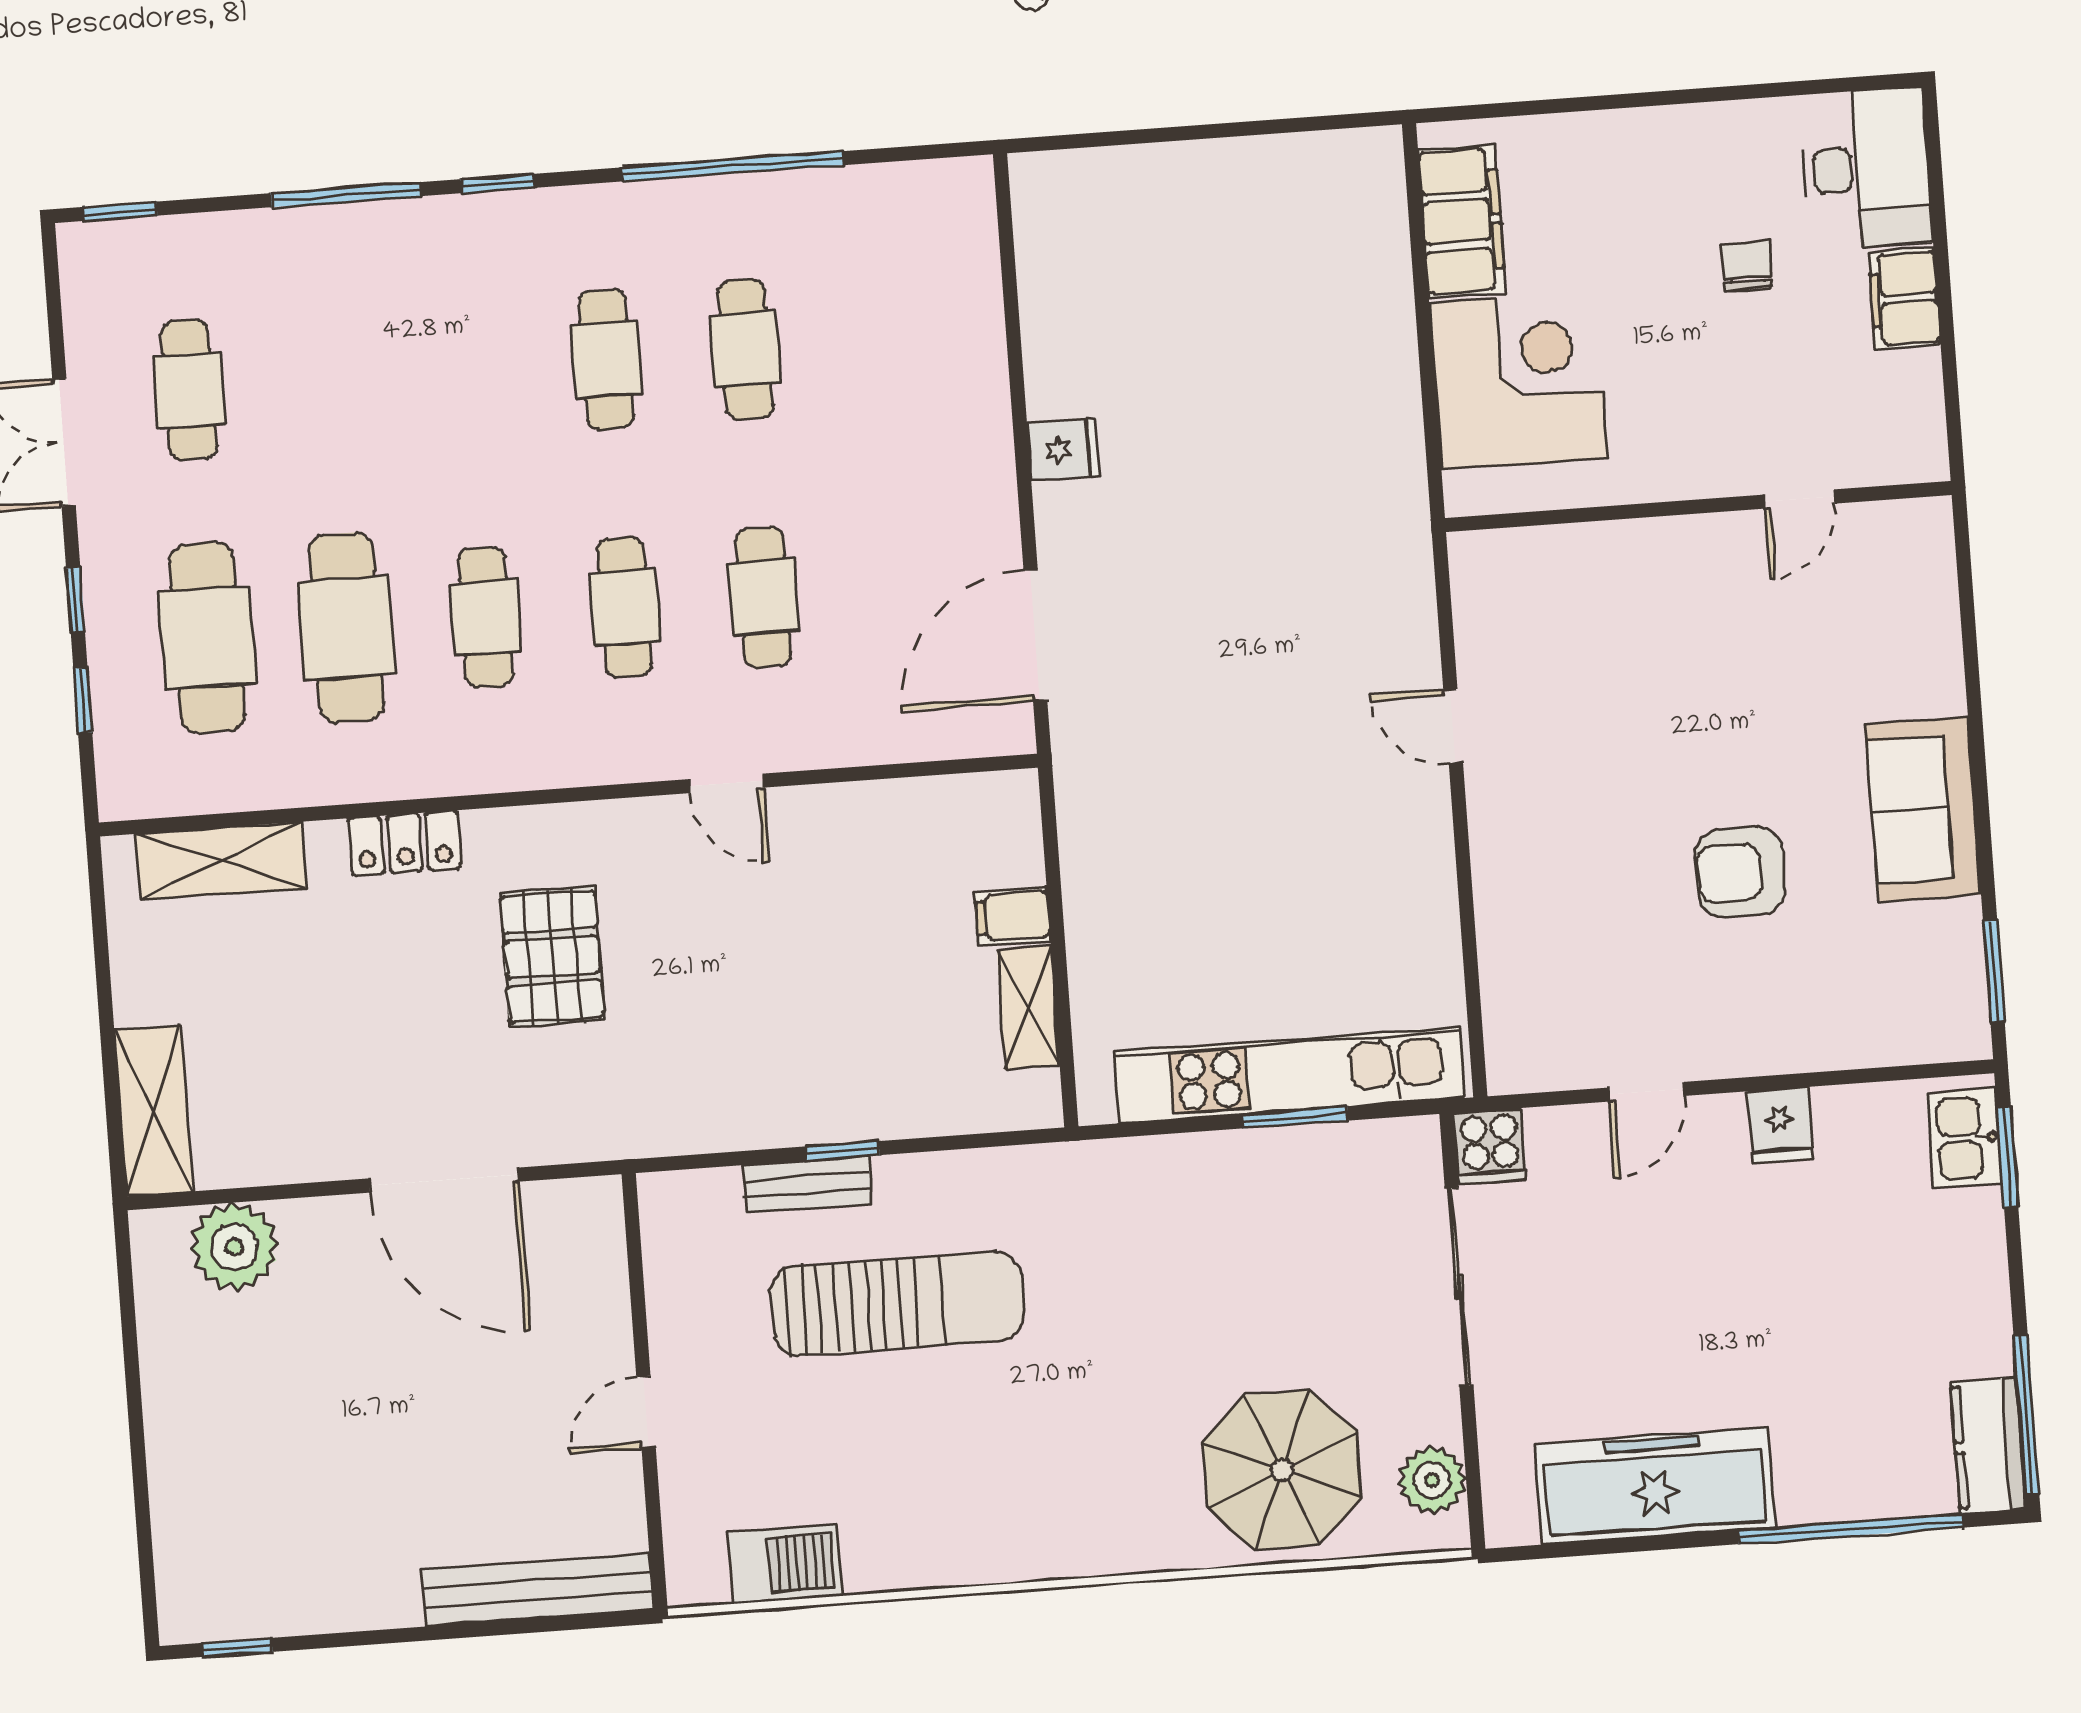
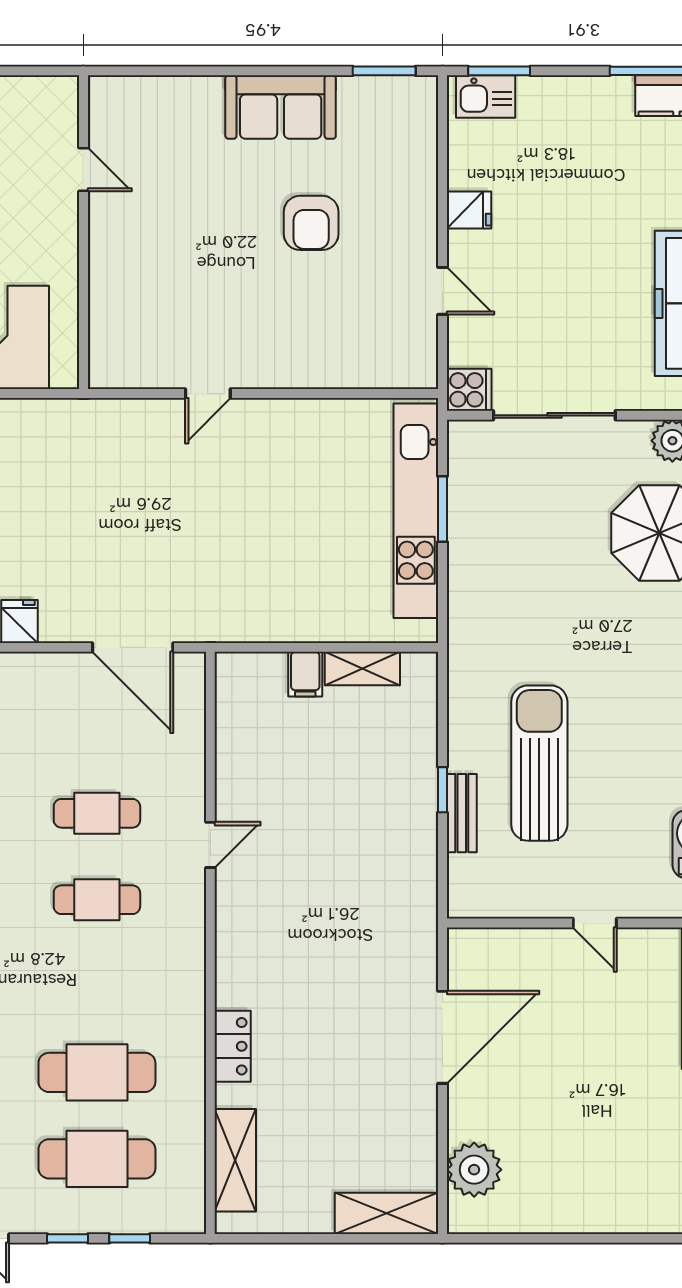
cafe table: (485, 617) -> (97, 986), removed
pallet: (552, 957) -> (309, 960), removed

